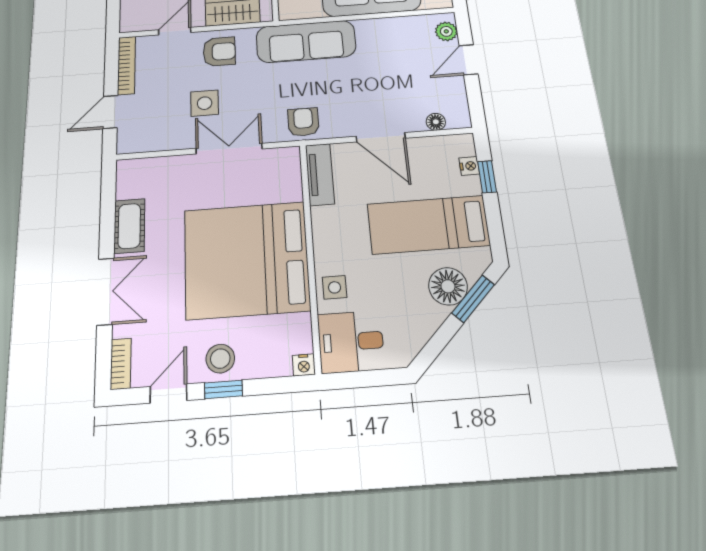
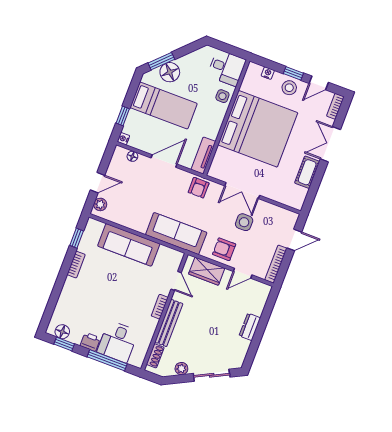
door: (381, 137) -> (164, 161), hinge flipped
nightstand: (469, 166) -> (123, 139), moved
nightstand: (304, 365) -> (268, 73), moved

